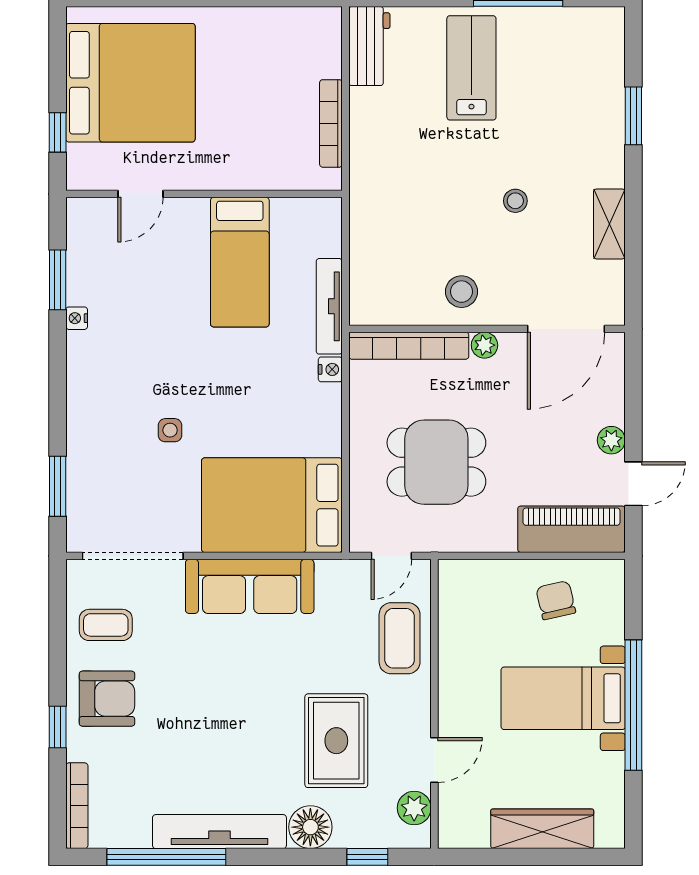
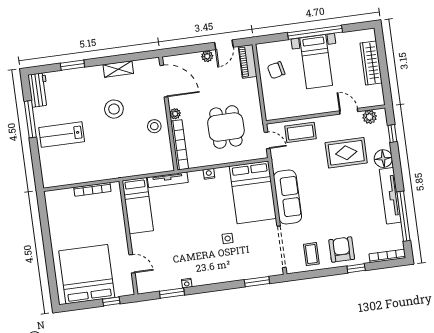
workbench: (369, 46) -> (38, 90), moved, turned 90
stool: (515, 201) -> (114, 109), width x1.89, depth x1.89
bed: (240, 262) -> (138, 206), moved, turned 90
nightstand: (330, 369) -> (209, 174), moved
door: (633, 484) -> (224, 45), swing flipped
piano: (571, 529) -> (248, 61), width x0.73, depth x0.75

